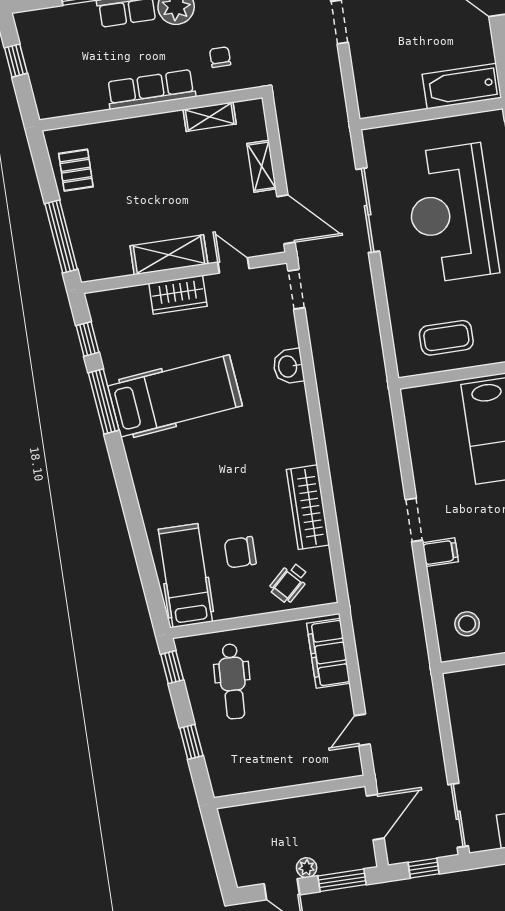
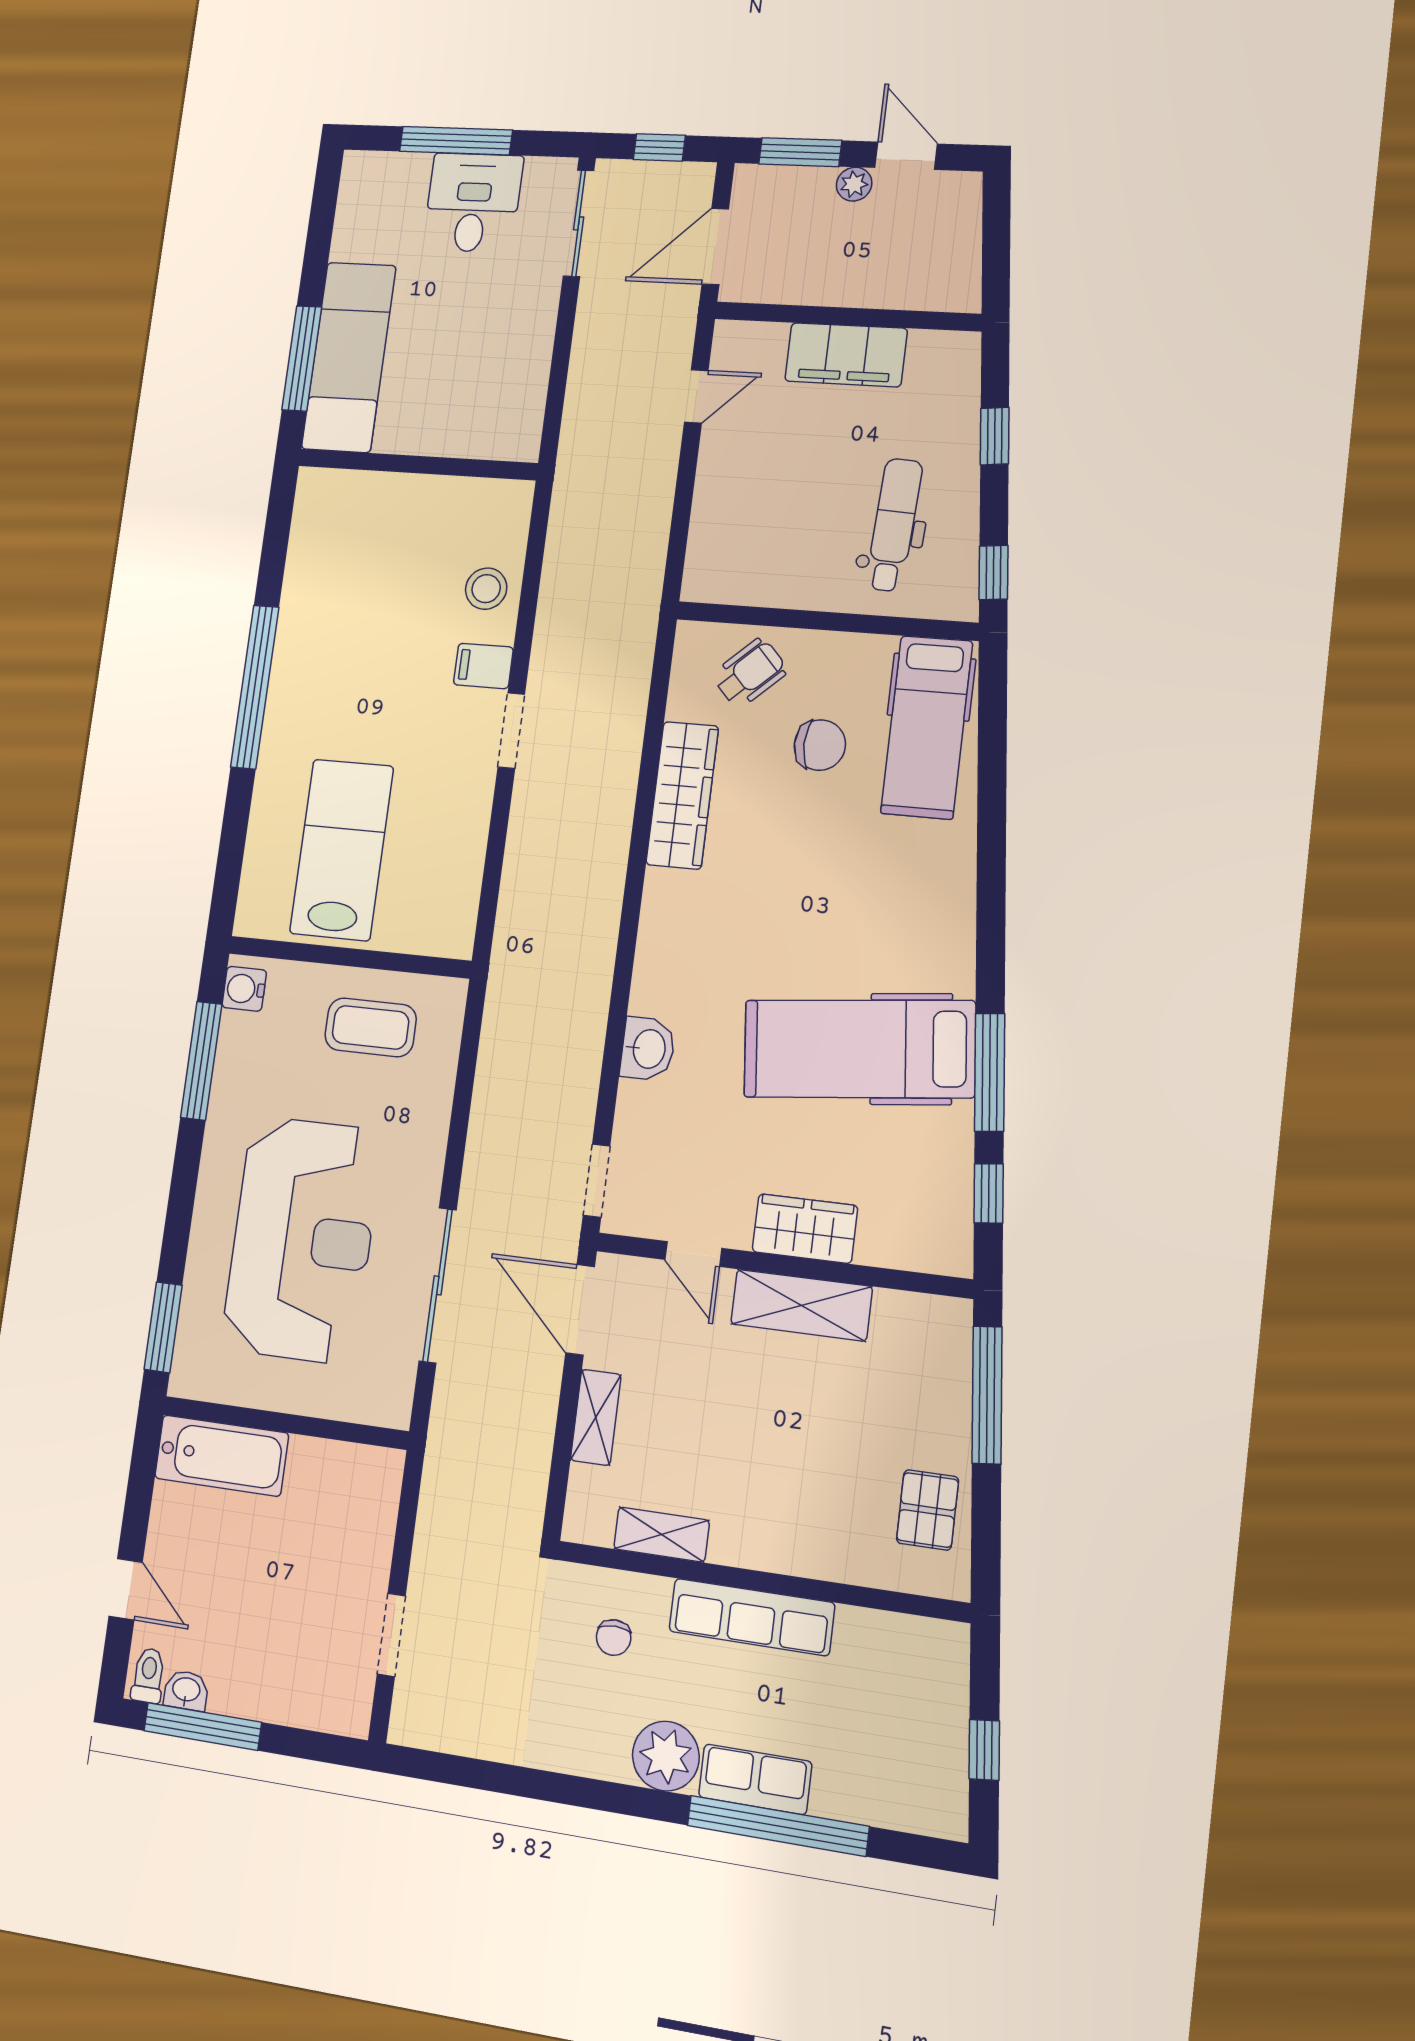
stool: (467, 624) -> (486, 589), moved
filing cabinet: (328, 653) -> (846, 355), moved, turned 90

